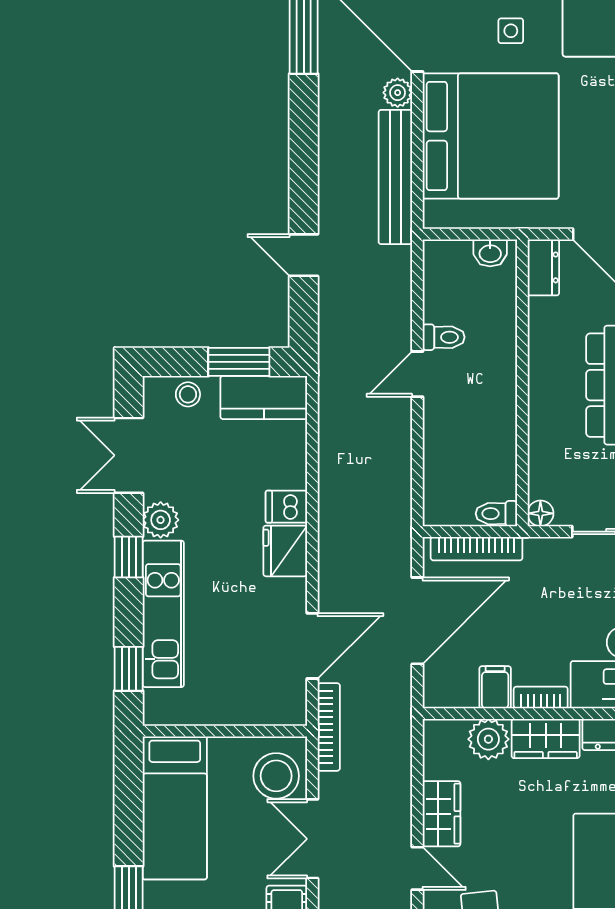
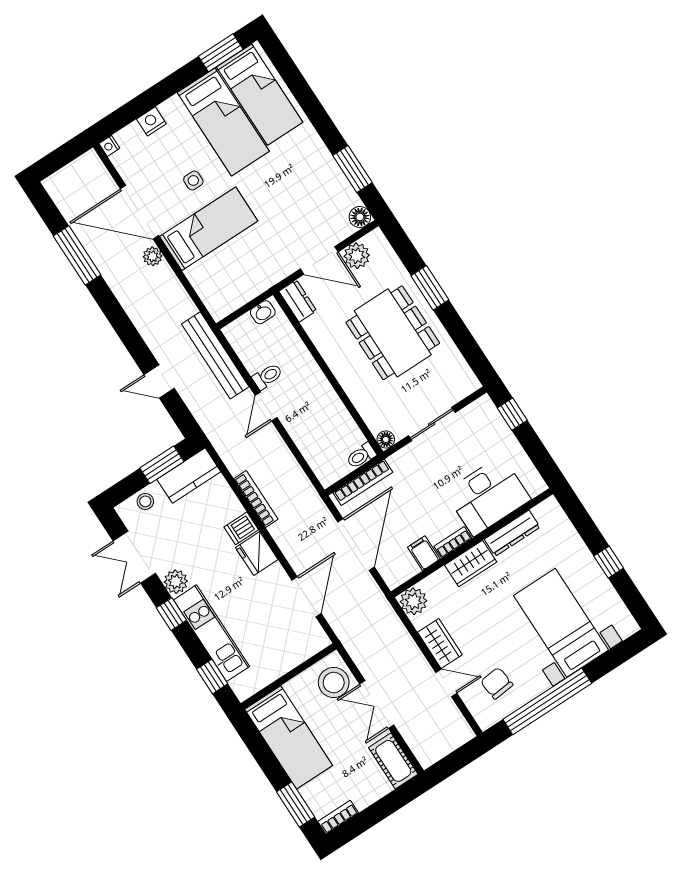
bed: (491, 136) -> (209, 229), width x0.49
bench: (395, 177) -> (215, 355), moved
bookcase: (329, 727) -> (256, 499), moved
plant: (488, 739) -> (414, 601), moved

